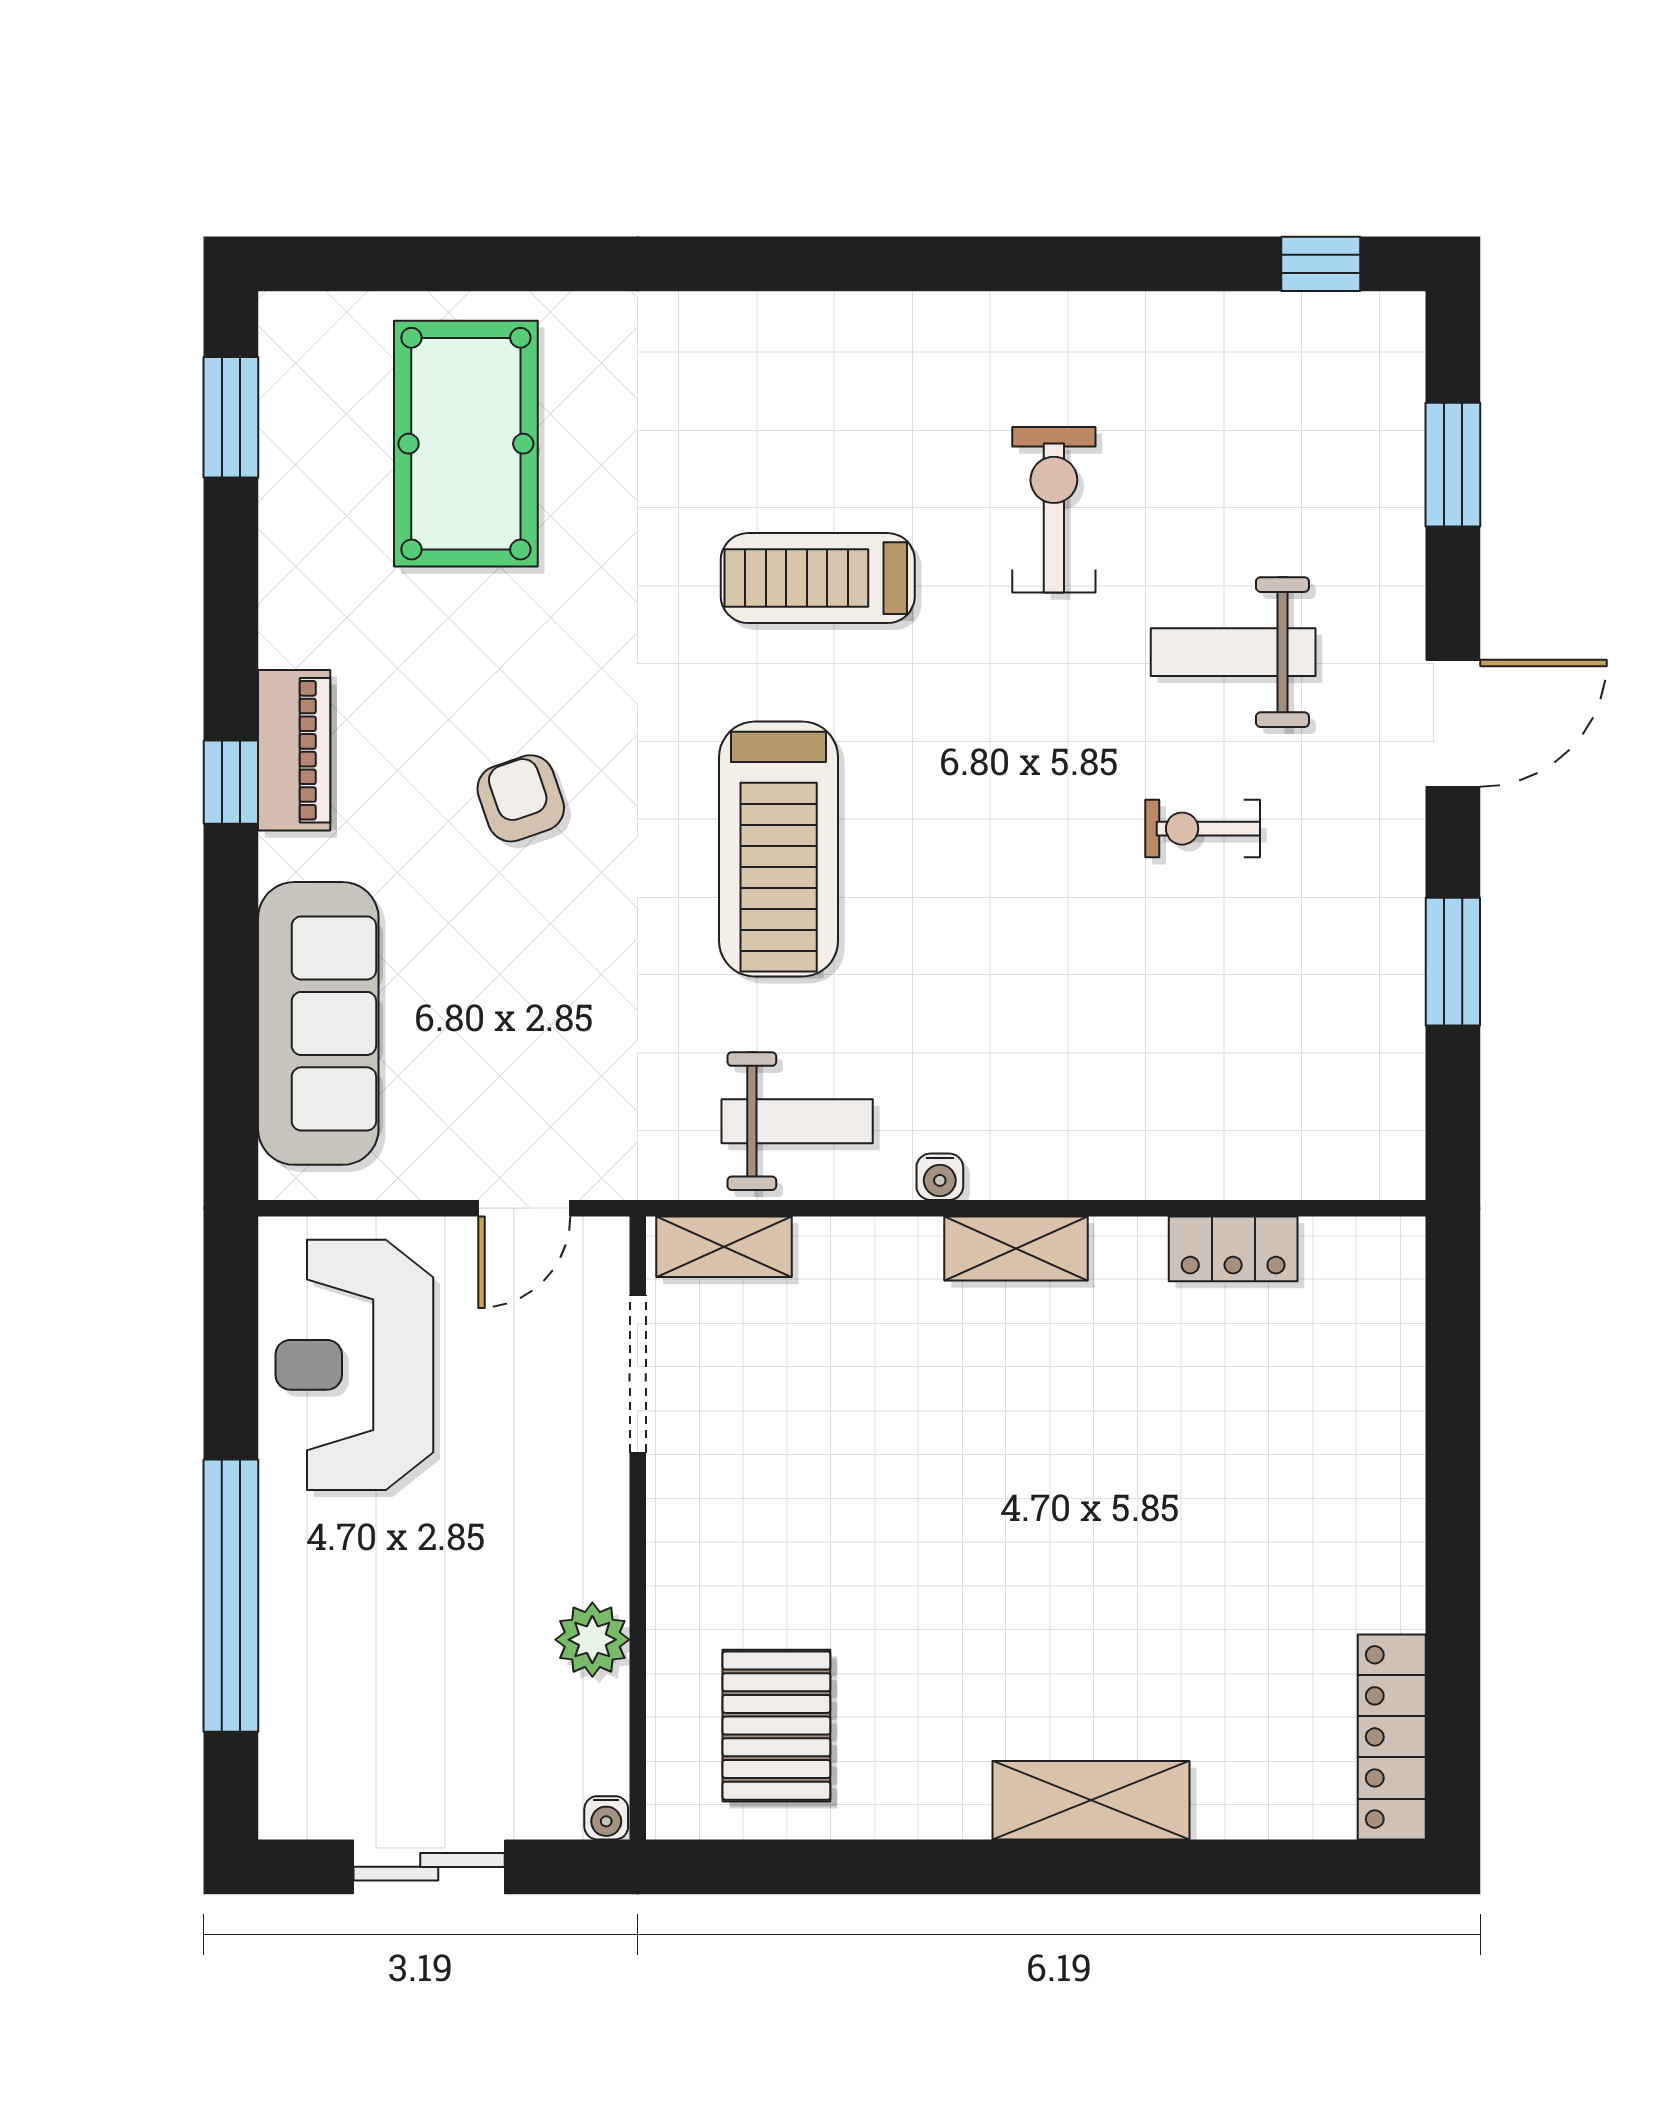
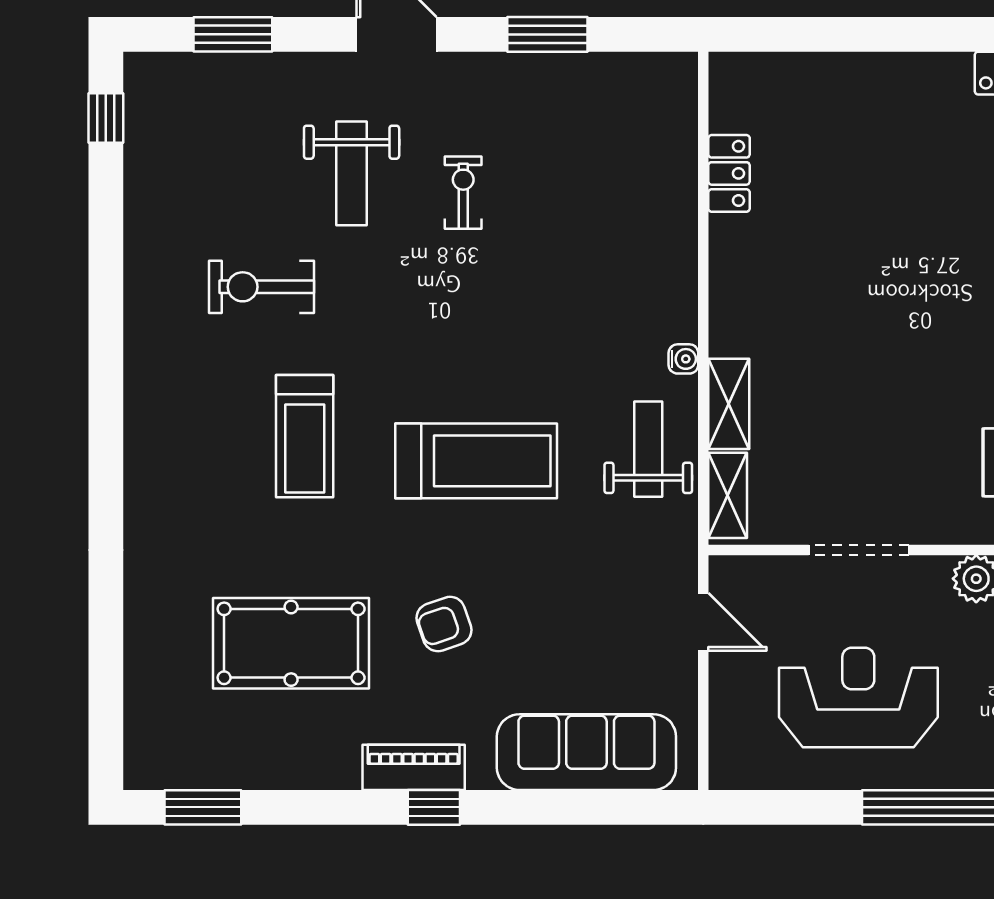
pool table: (466, 444) -> (291, 643), moved
exercise bike: (1203, 829) -> (463, 193), turned 180
shelving: (1016, 1249) -> (729, 404), moved
reception desk: (354, 1365) -> (858, 697), moved, turned 180
doorway: (638, 1374) -> (859, 550), moved

